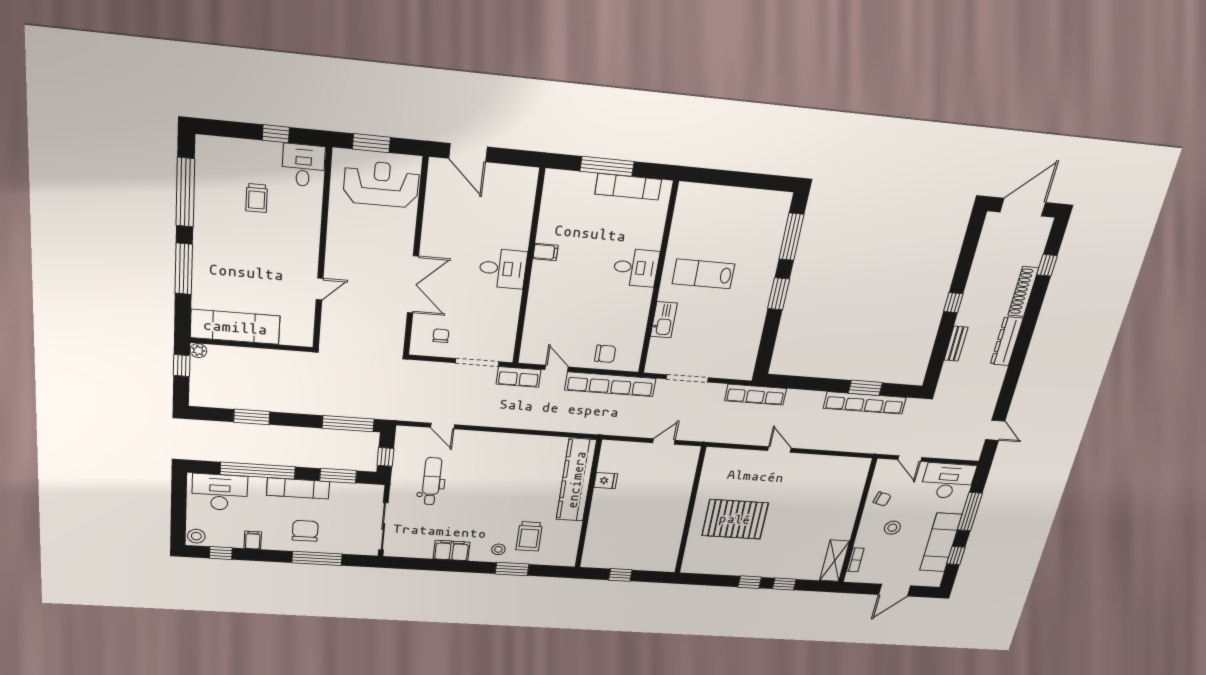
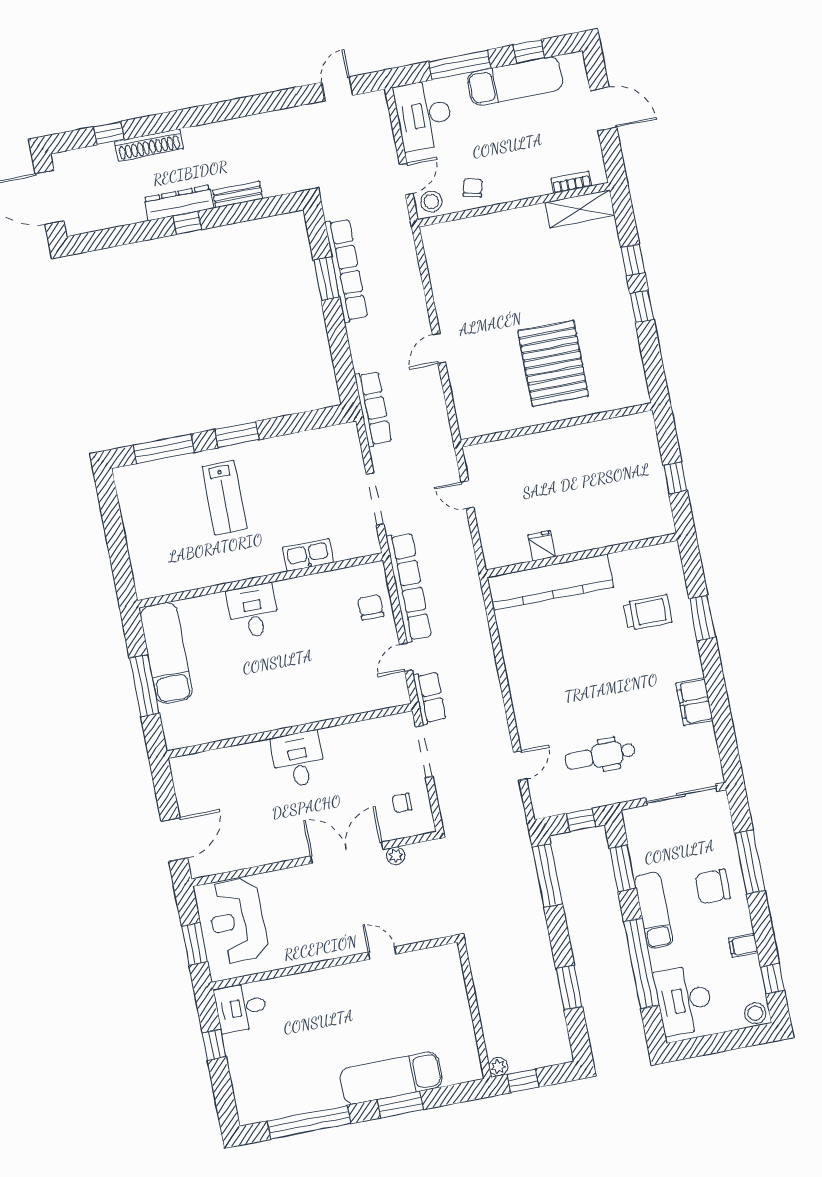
exam couch: (628, 187) -> (166, 653), width x1.36, depth x1.45
trolley: (257, 198) -> (293, 1047), removed
filing cabinet: (545, 252) -> (264, 719), removed
window: (184, 269) -> (400, 1105), width x0.69
lab bench: (703, 274) -> (225, 498), moved
plant: (399, 320) -> (396, 856), added
exam couch: (235, 327) -> (391, 1078), moved, turned 90
dresser: (1007, 341) -> (179, 203), moved, turned 180
stool: (892, 528) -> (431, 202), moved
stool: (498, 549) -> (677, 644), removed

